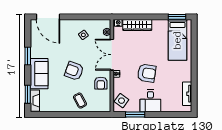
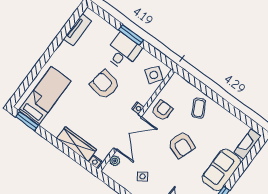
window: (28, 94) -> (250, 157), removed
window: (135, 115) -> (131, 35), moved

